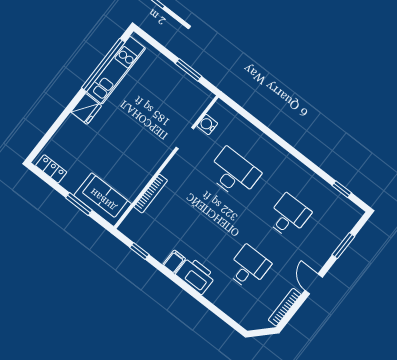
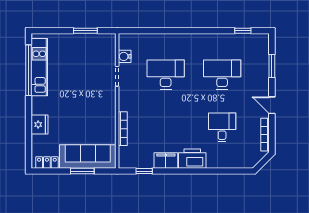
fridge: (86, 109) -> (40, 125), moved
sofa: (103, 200) -> (88, 156), width x1.36
desk: (288, 216) -> (222, 75), width x1.37
filing cabinet: (174, 262) -> (166, 161), width x2.00

